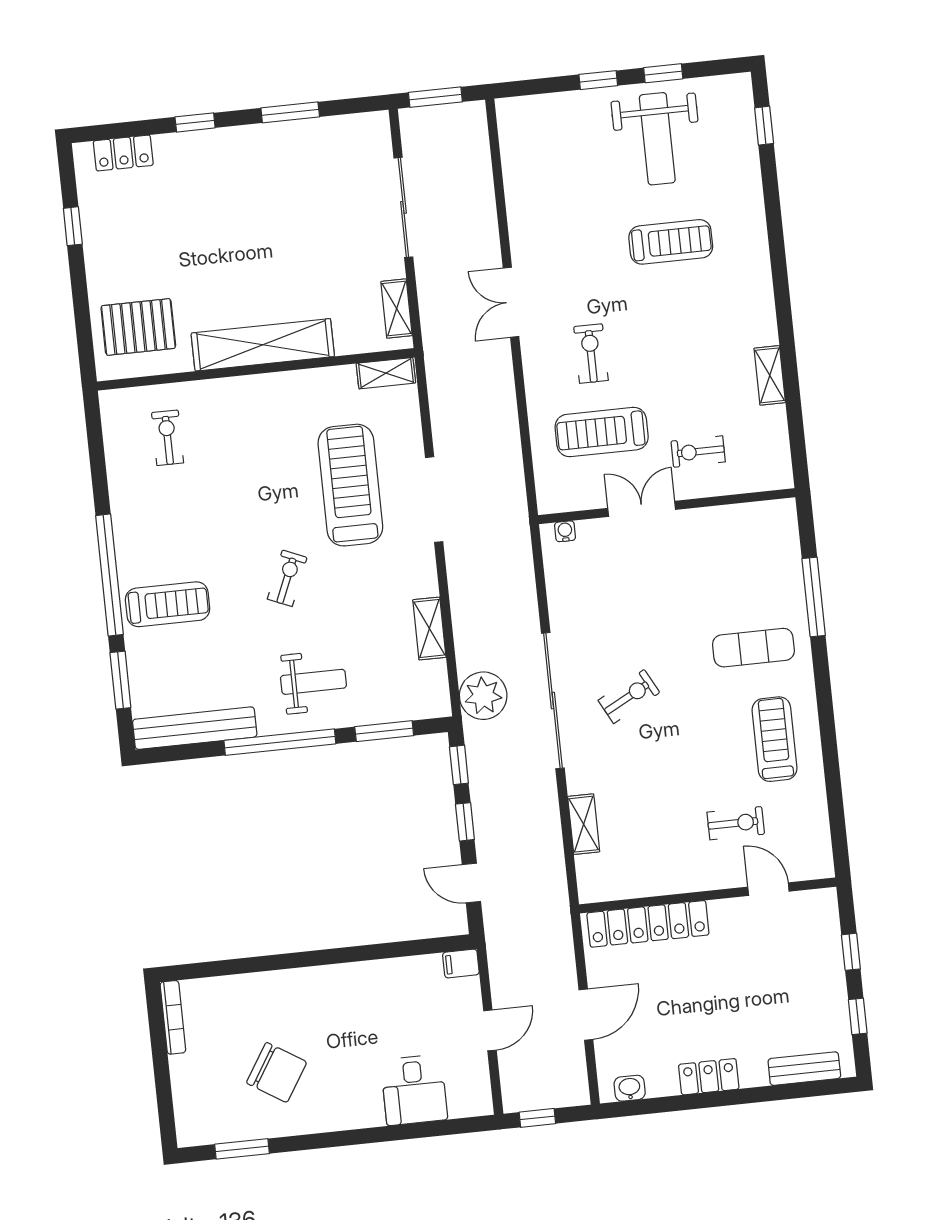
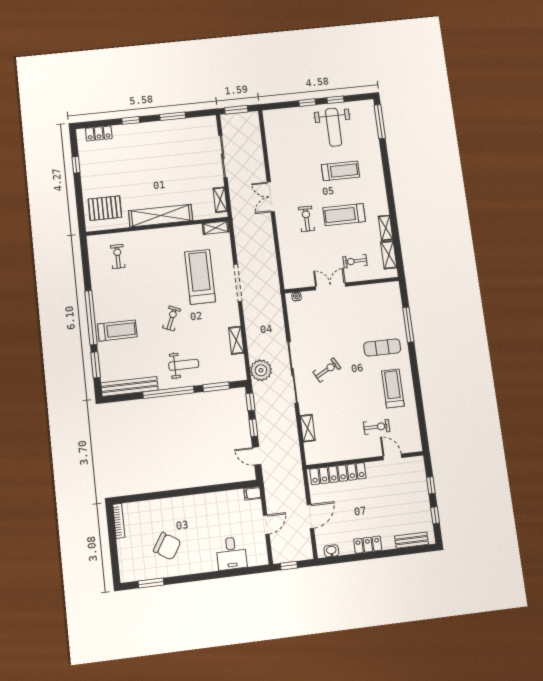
window: (764, 126) -> (380, 122), width x2.17
treadmill: (602, 432) -> (344, 215), moved
shelving: (775, 438) -> (389, 255), added

